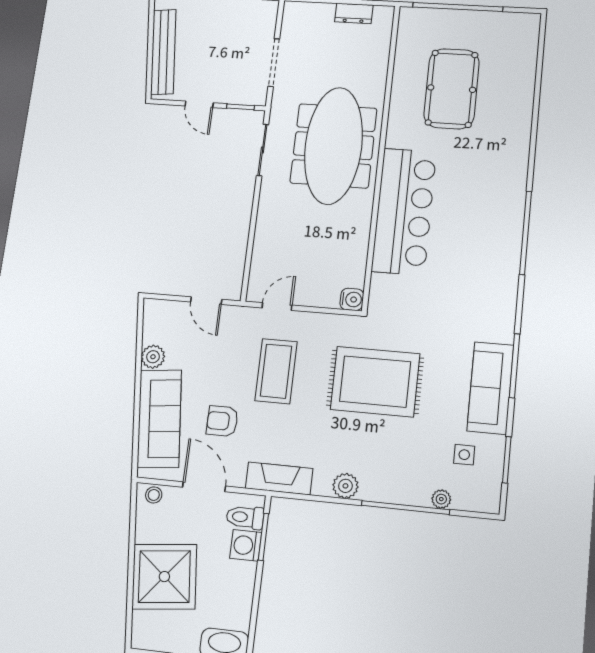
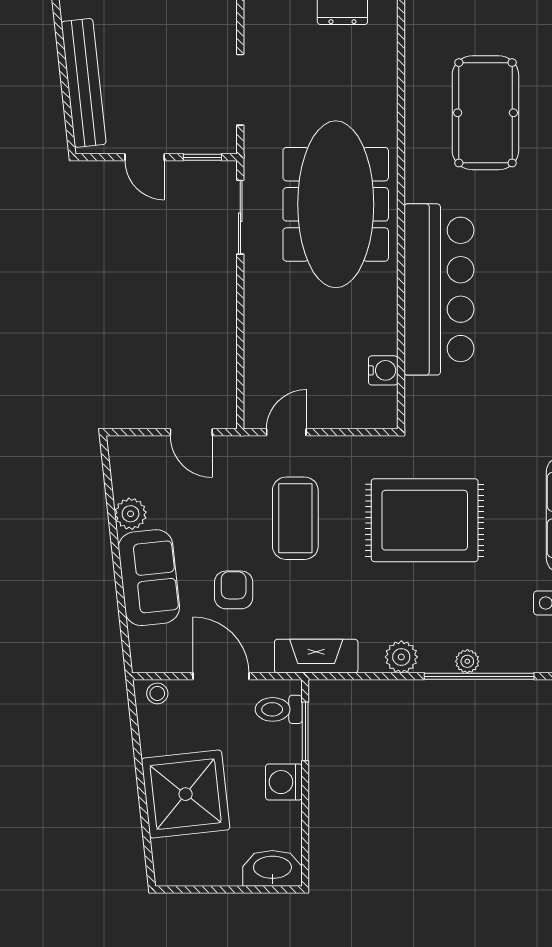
water cooler: (352, 299) -> (383, 370), moved
sofa: (159, 419) -> (149, 578), width x0.73
armchair: (222, 421) -> (234, 590), turned 90
plant: (441, 499) -> (467, 661), moved
washing machine: (246, 545) -> (284, 782), moved

